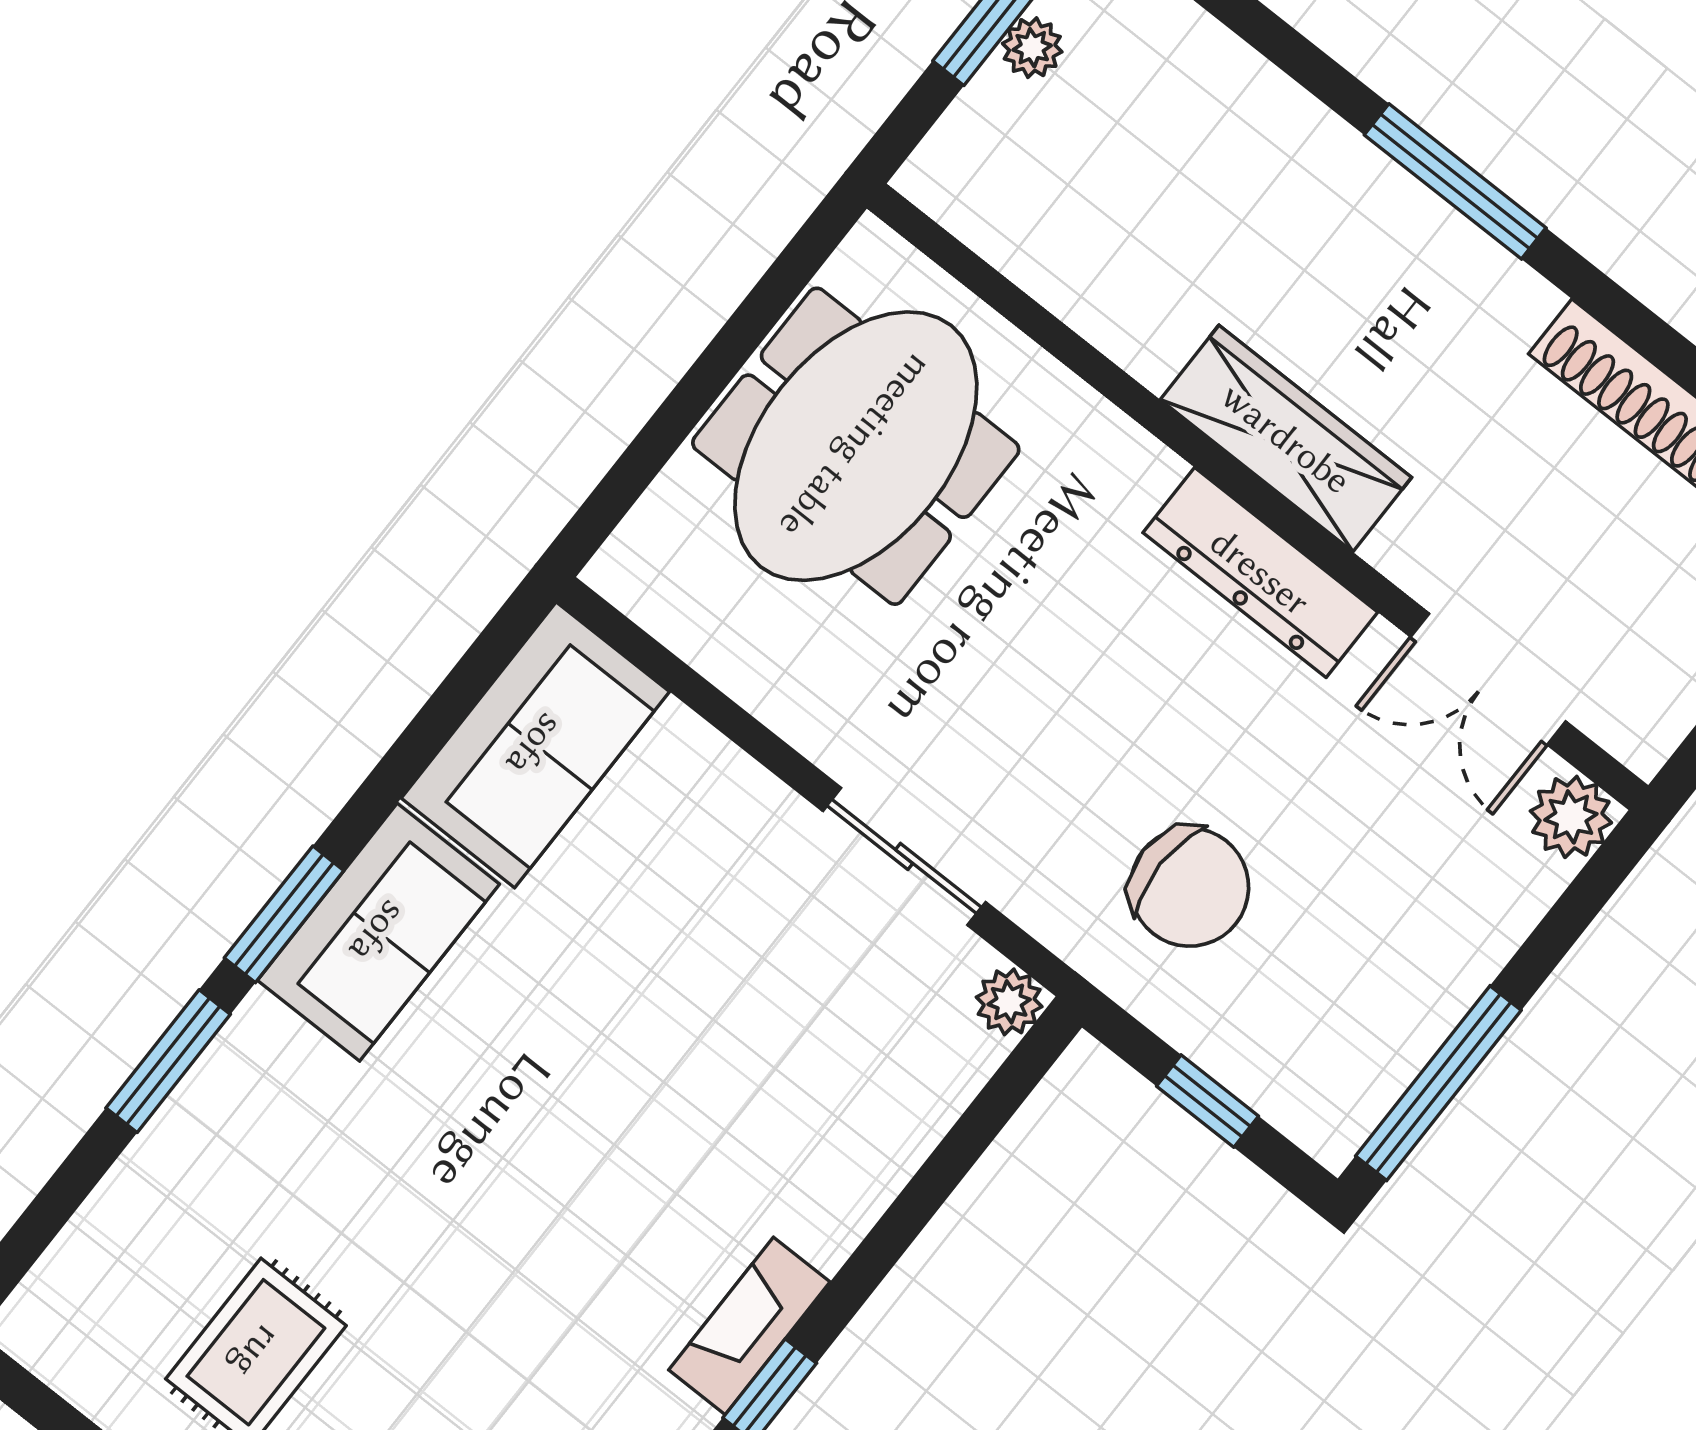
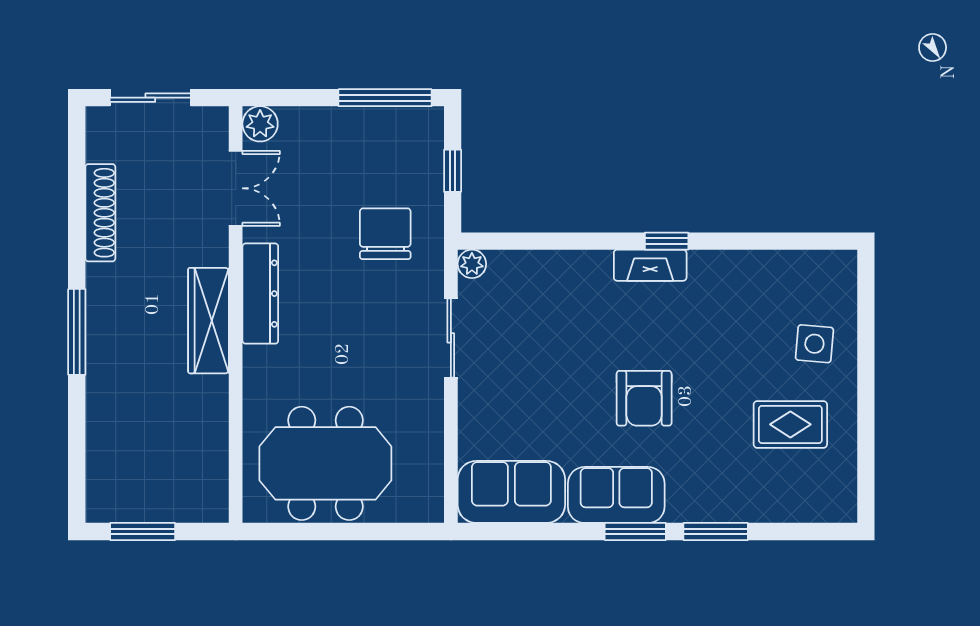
plant: (1032, 48) -> (144, 510), removed
armchair: (515, 1123) -> (644, 398), added

